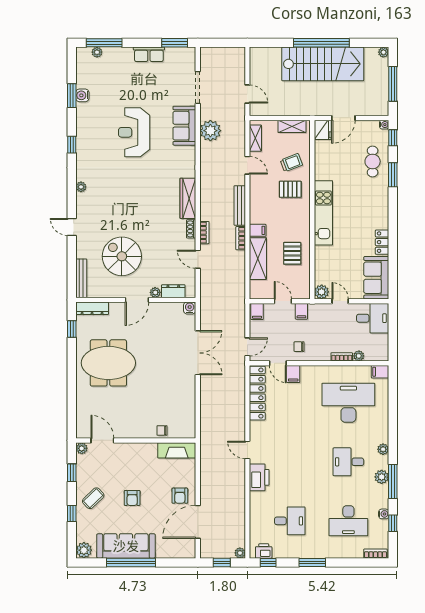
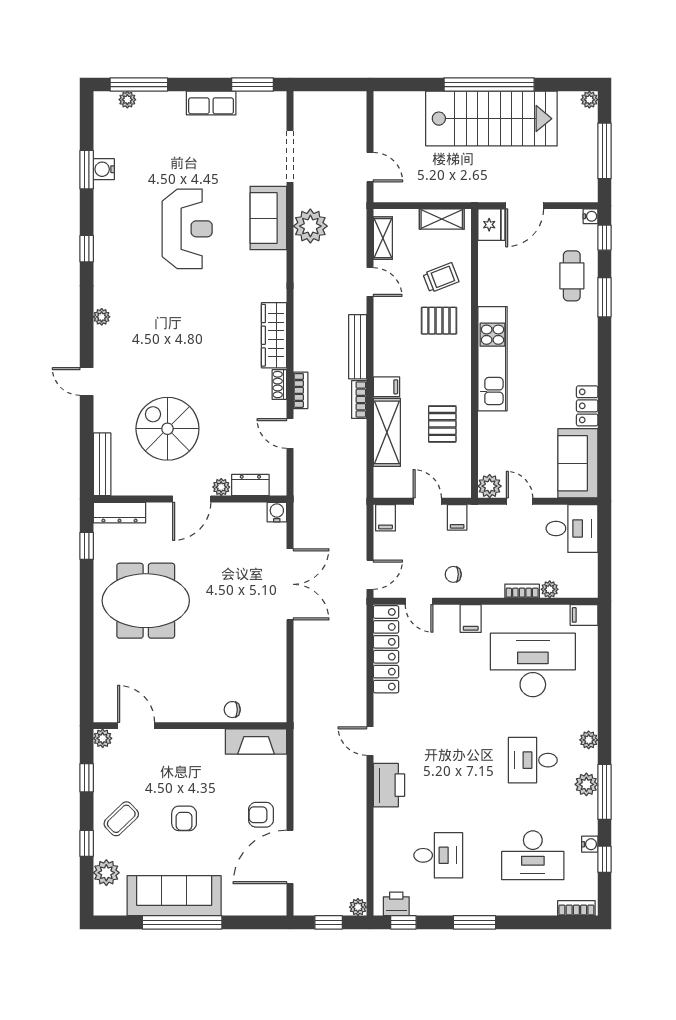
reception desk: (134, 132) -> (187, 229), turned 180
filing cabinet: (293, 374) -> (471, 618), moved
armchair: (180, 496) -> (261, 815), turned 90
plant: (84, 550) -> (106, 873), moved

